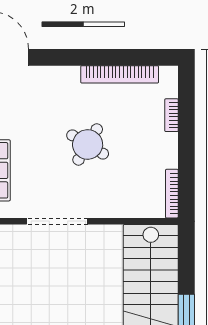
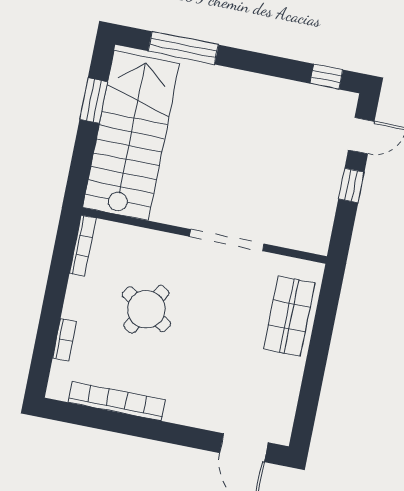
round table: (88, 144) -> (146, 309), moved

